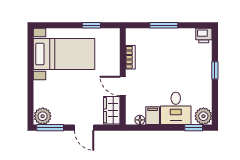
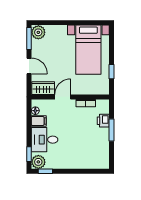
printer: (204, 36) -> (103, 121), moved
window: (215, 70) -> (45, 171), moved
door: (84, 128) -> (29, 66), swing flipped

